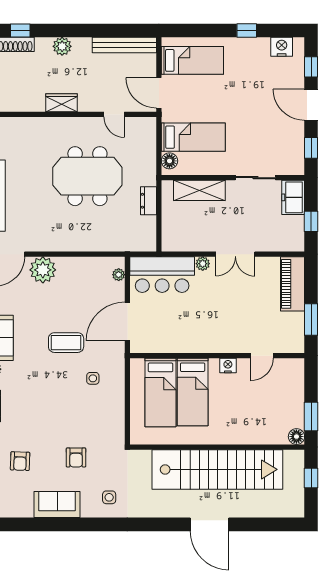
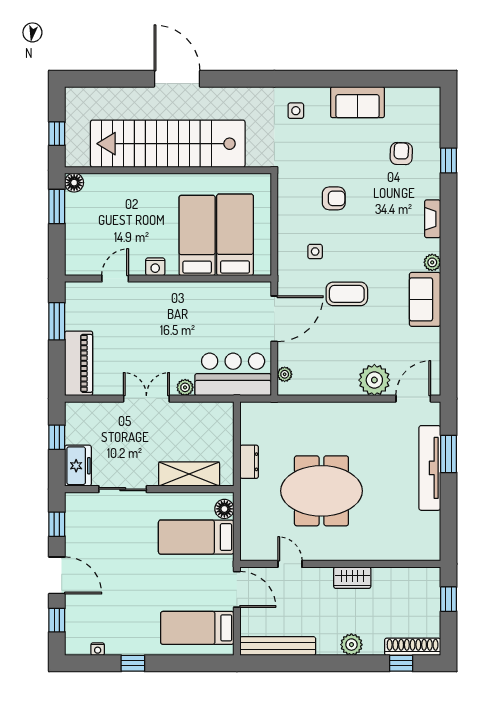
nightstand: (282, 47) -> (98, 649), width x0.53, depth x0.56
armchair: (76, 457) -> (334, 198), moved, turned 90

